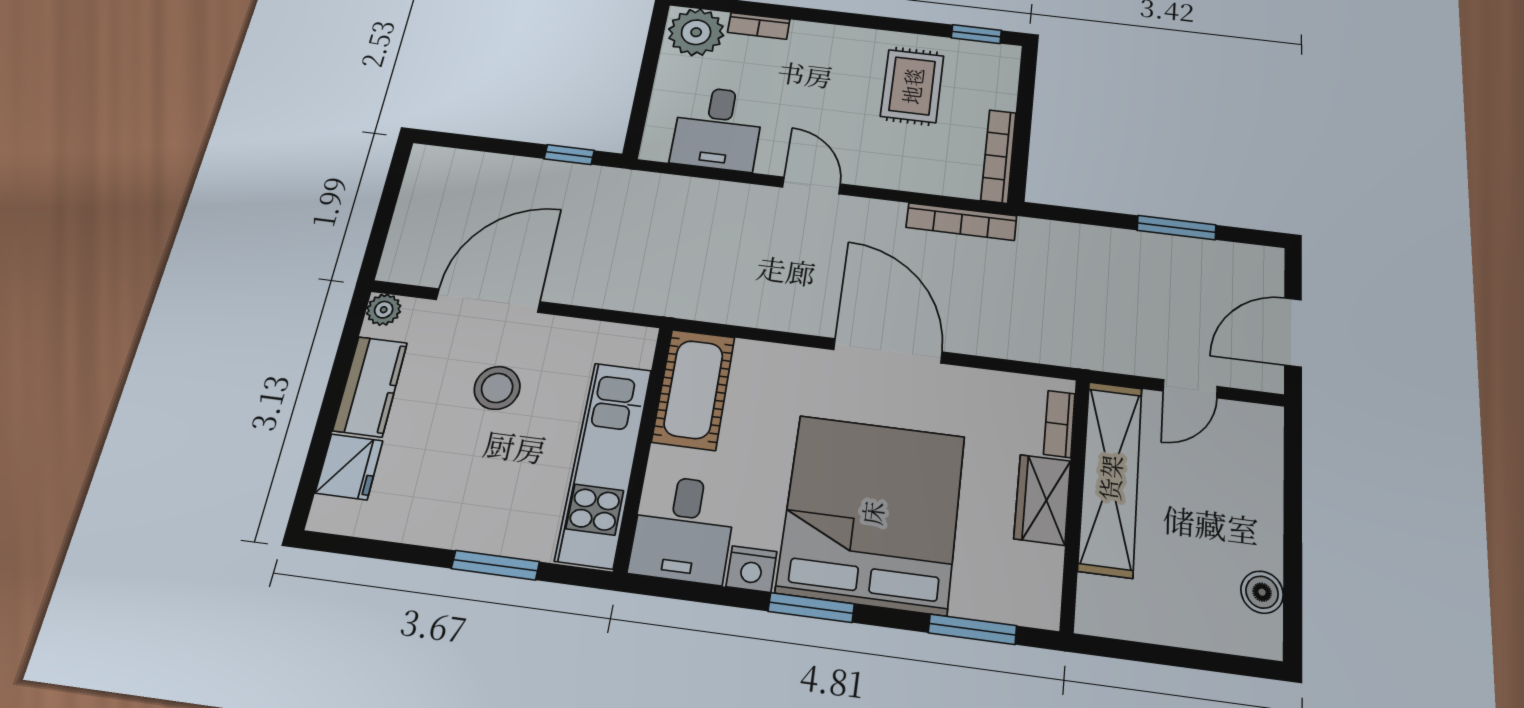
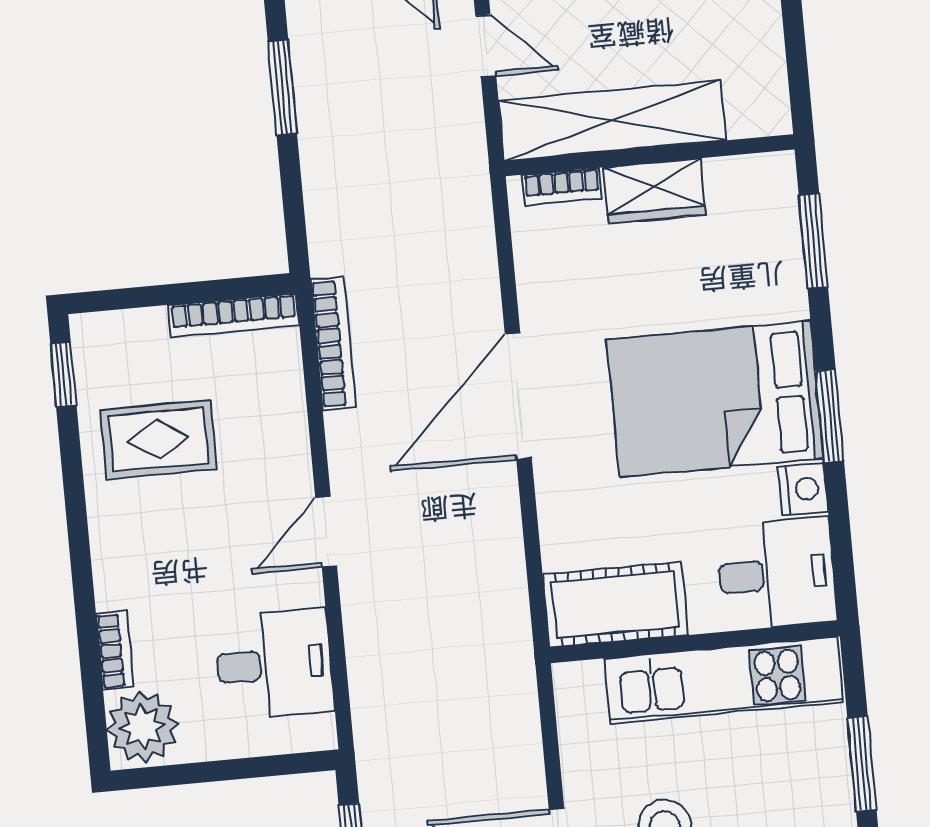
bed: (872, 513) -> (715, 399), width x0.73

